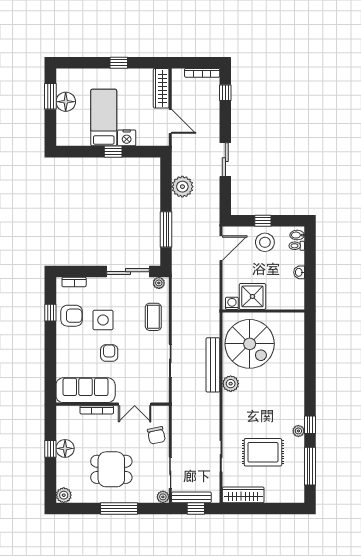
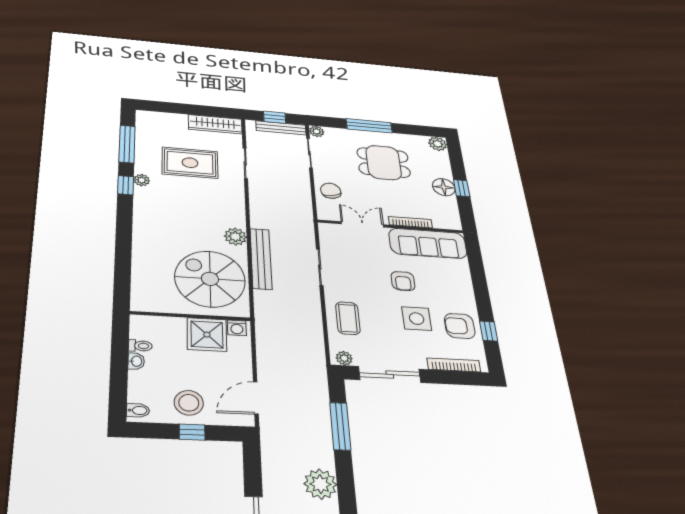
toilet: (297, 246) -> (140, 346), moved
bookcase: (74, 282) -> (454, 365), width x1.56

